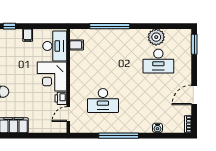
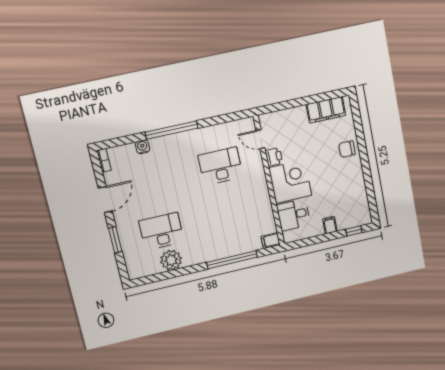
window: (194, 44) -> (115, 240), moved
filing cabinet: (77, 45) -> (271, 240), moved
desk: (55, 46) -> (293, 215), width x0.73
door: (68, 114) -> (260, 139), swing flipped
window: (119, 136) -> (172, 130), moved

